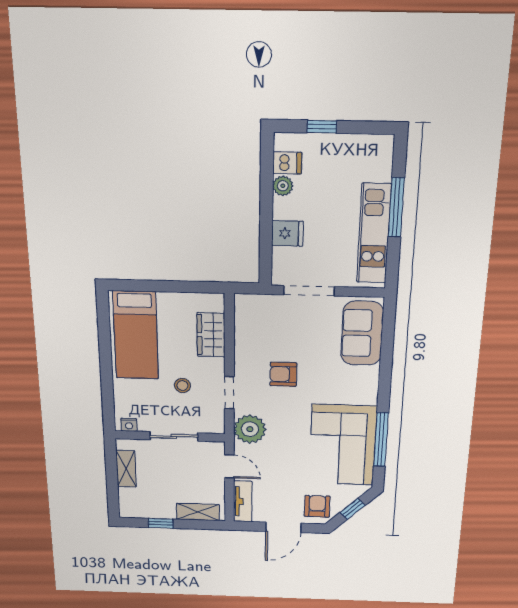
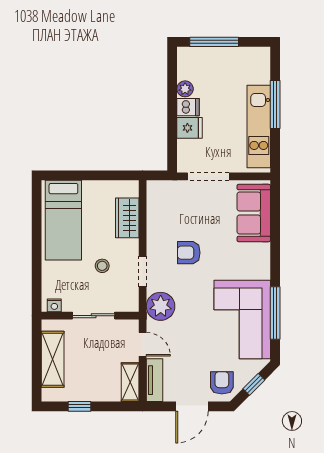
window: (322, 127) -> (214, 42), width x2.17
dishwasher: (287, 163) -> (188, 107), moved
shelving: (126, 469) -> (53, 359), width x1.50, depth x1.33
shelving: (198, 512) -> (130, 382), moved, turned 90

